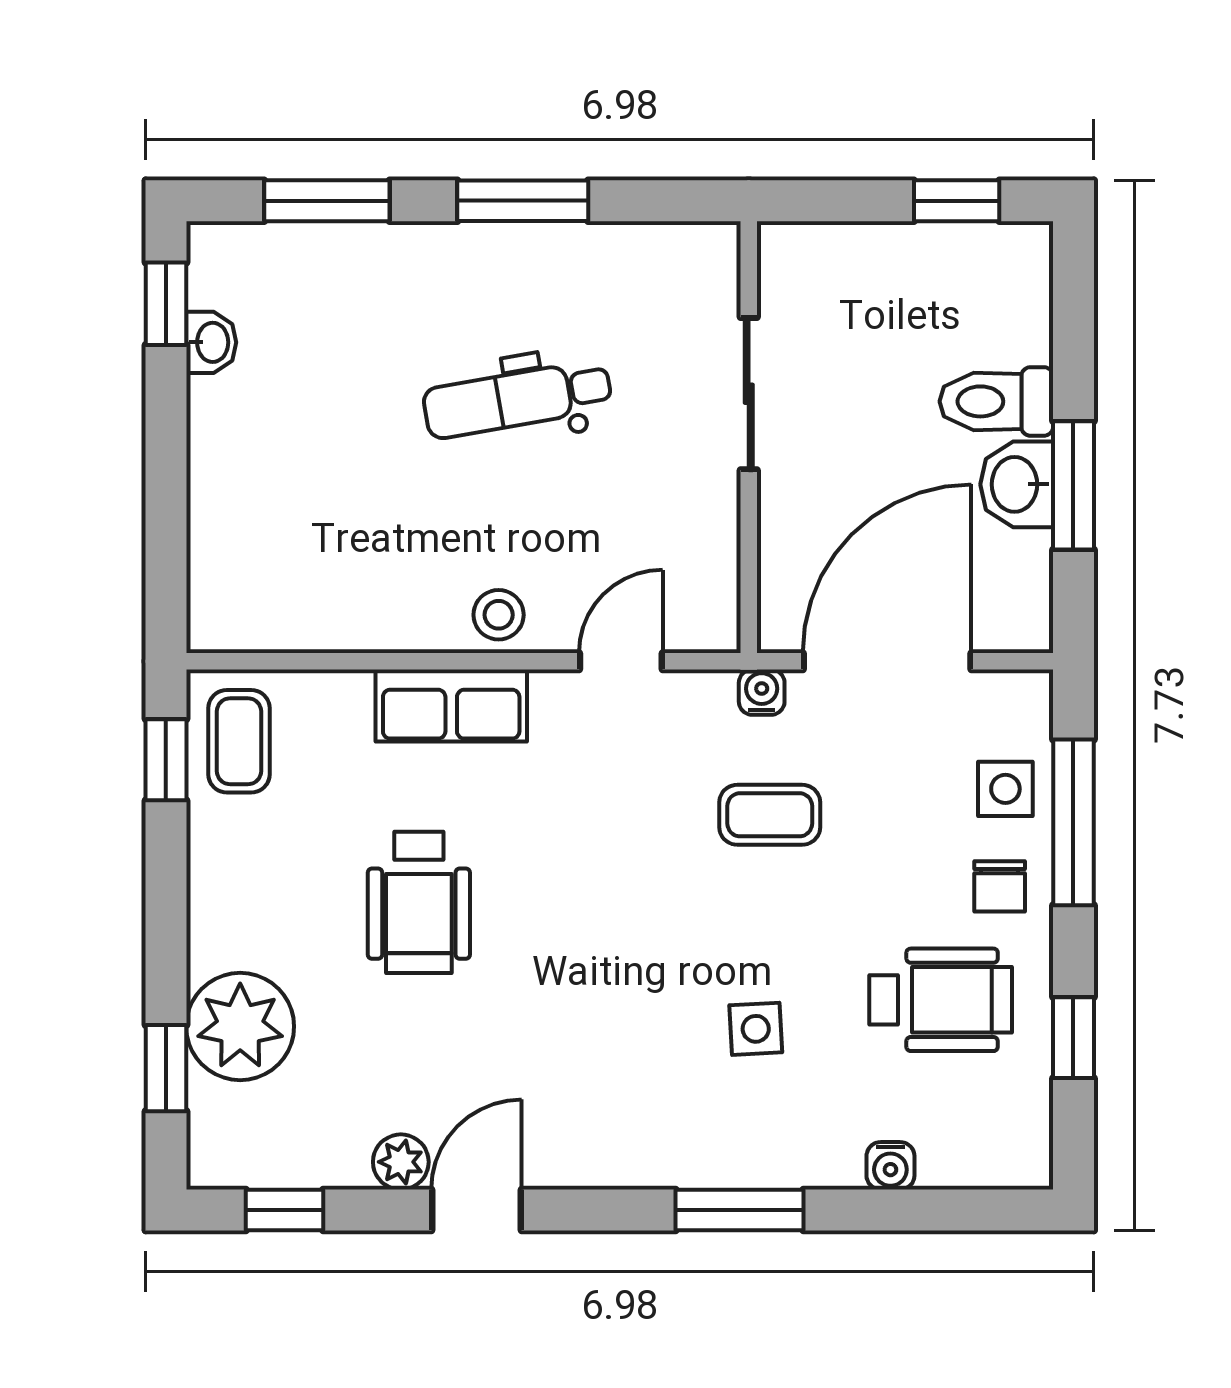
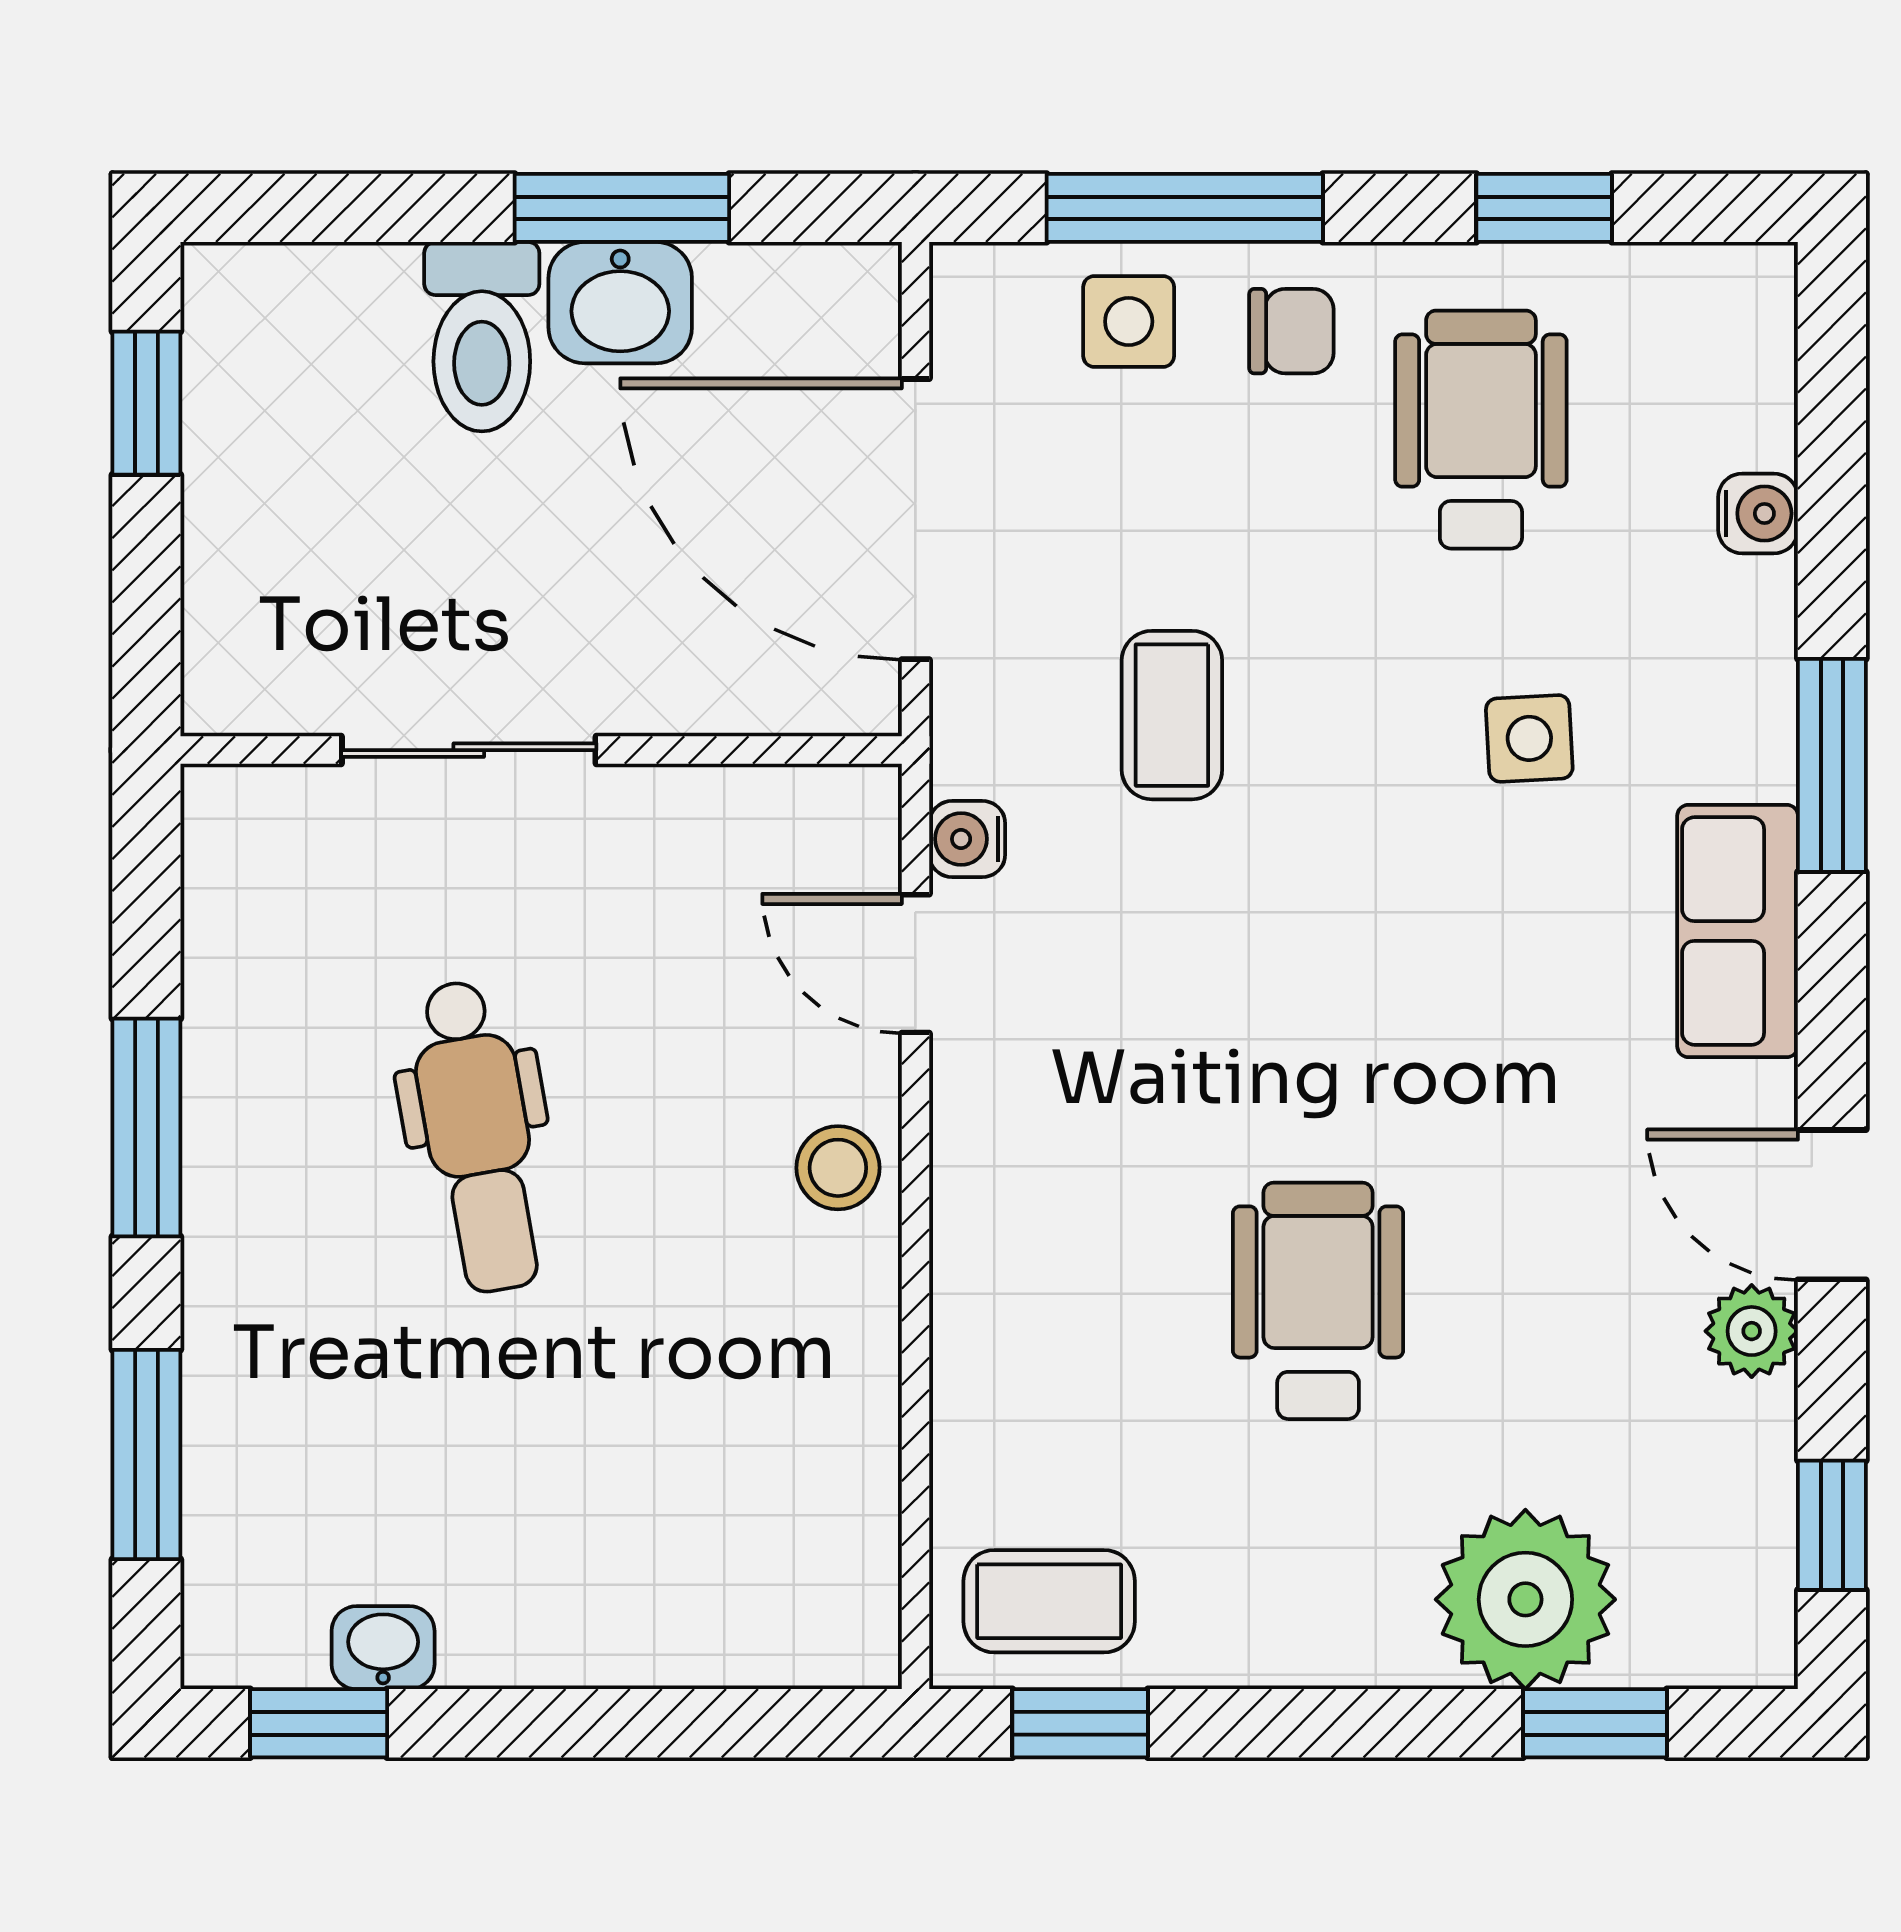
water cooler: (762, 692) -> (967, 839), moved
row of seats: (451, 705) -> (1738, 931), moved, turned 180
wheelchair: (419, 902) -> (1318, 1301), turned -90

